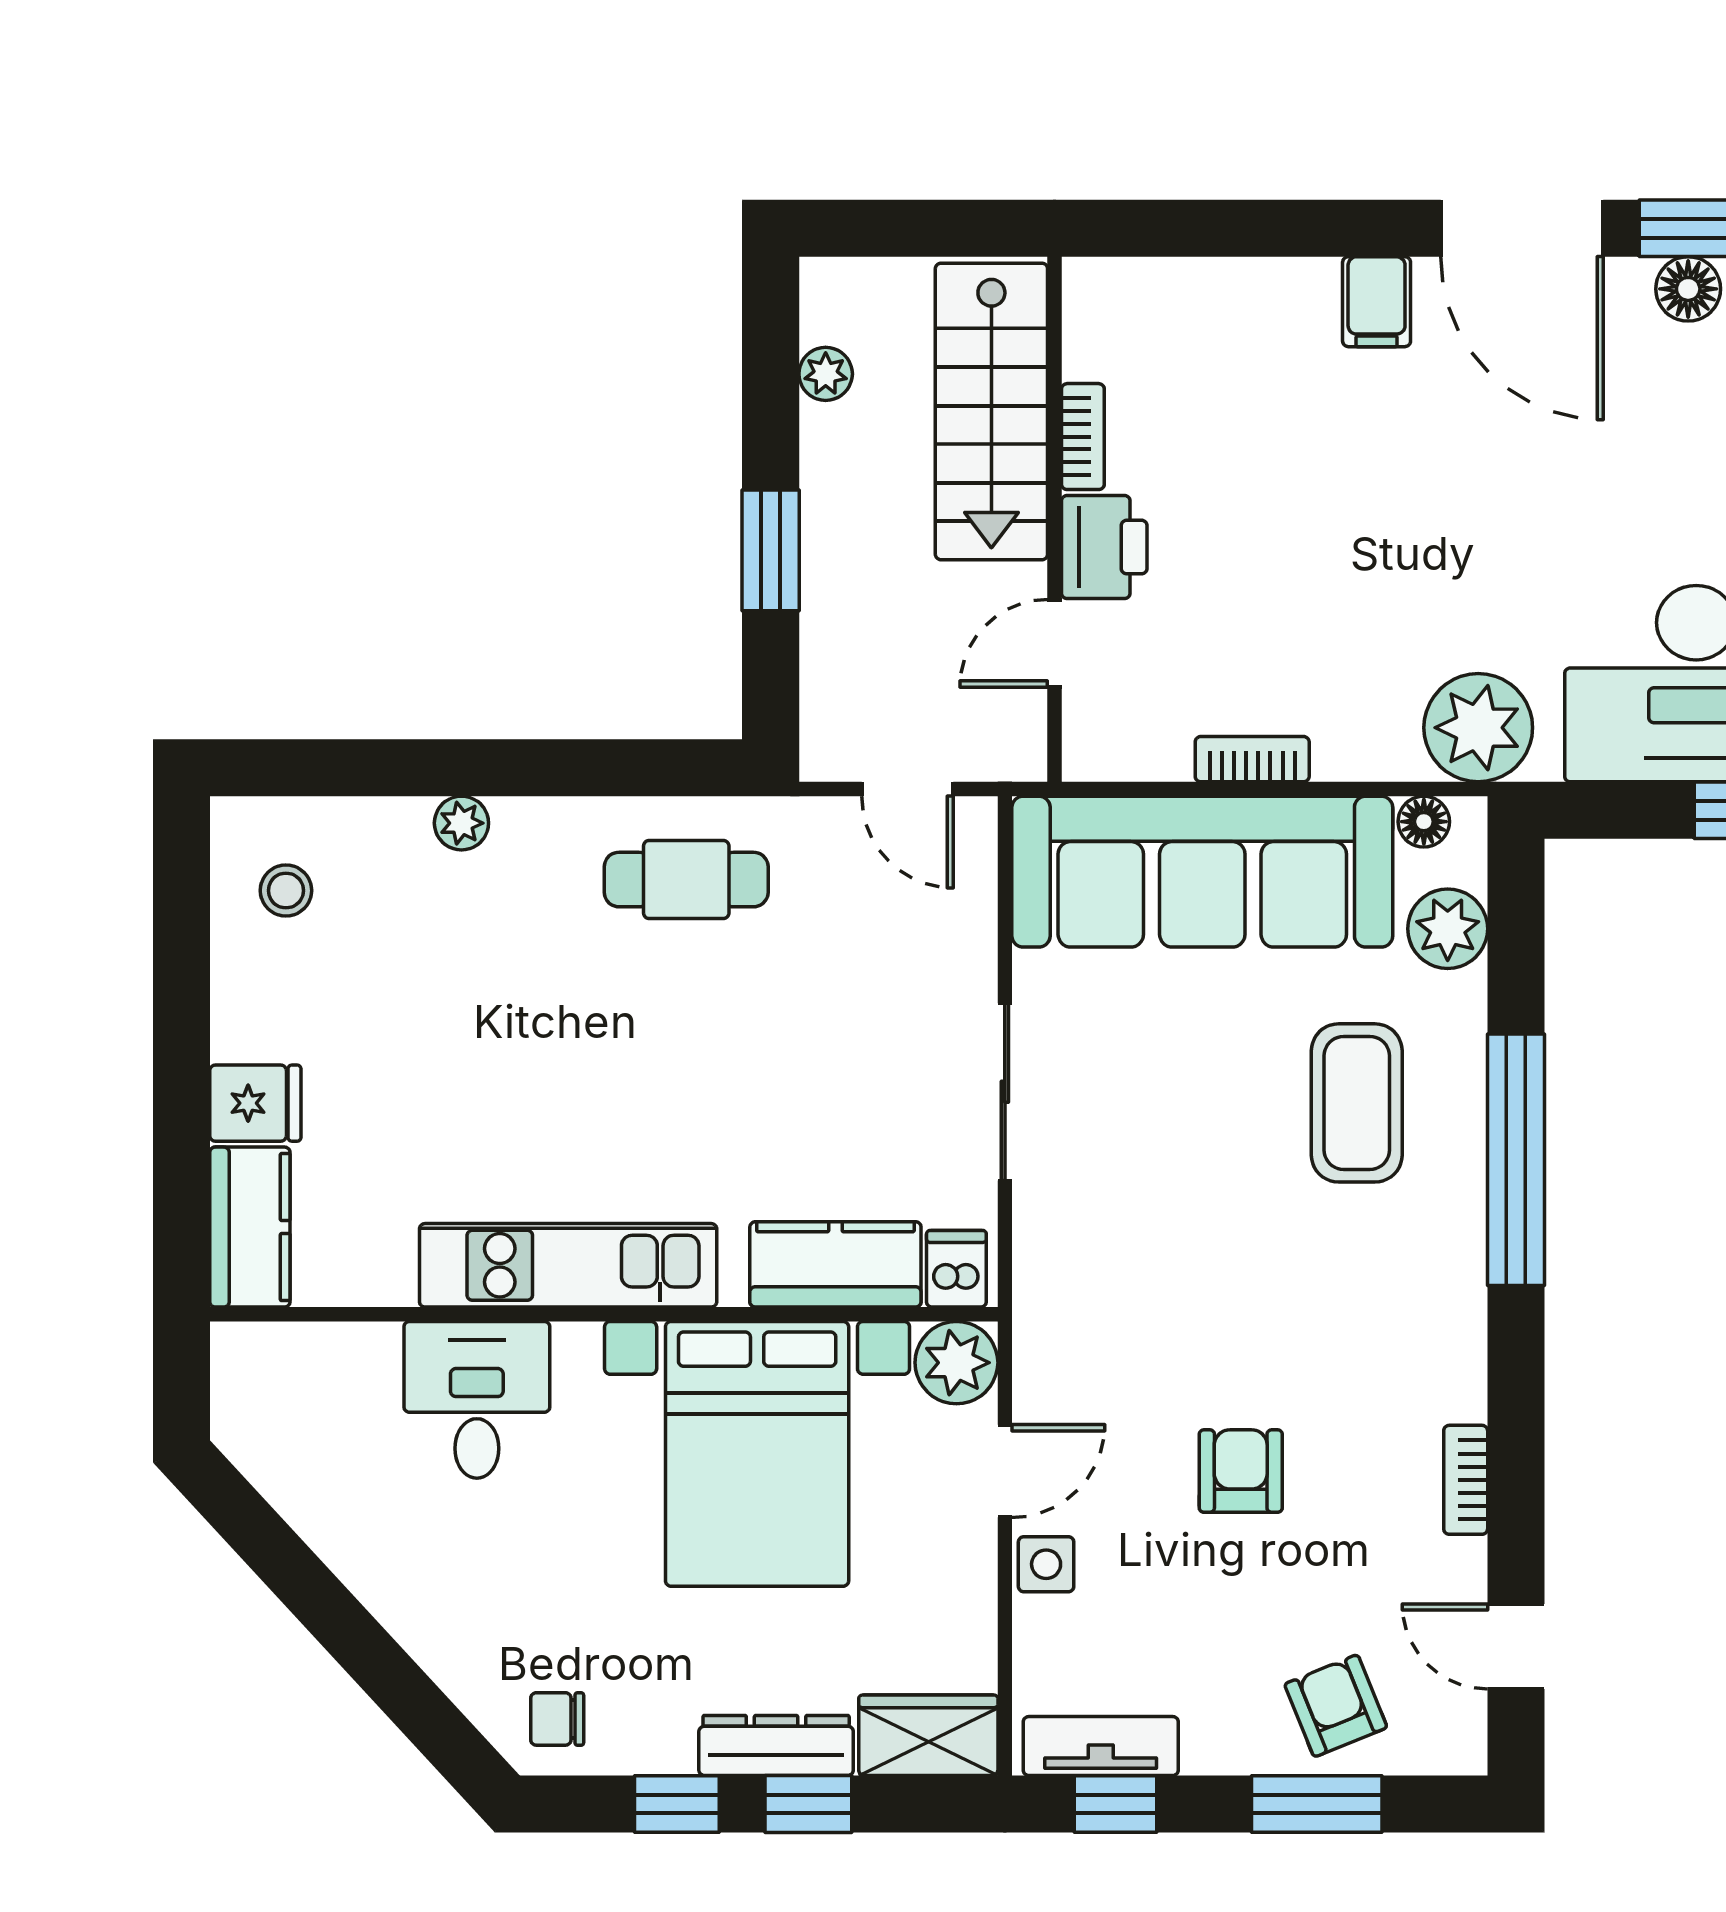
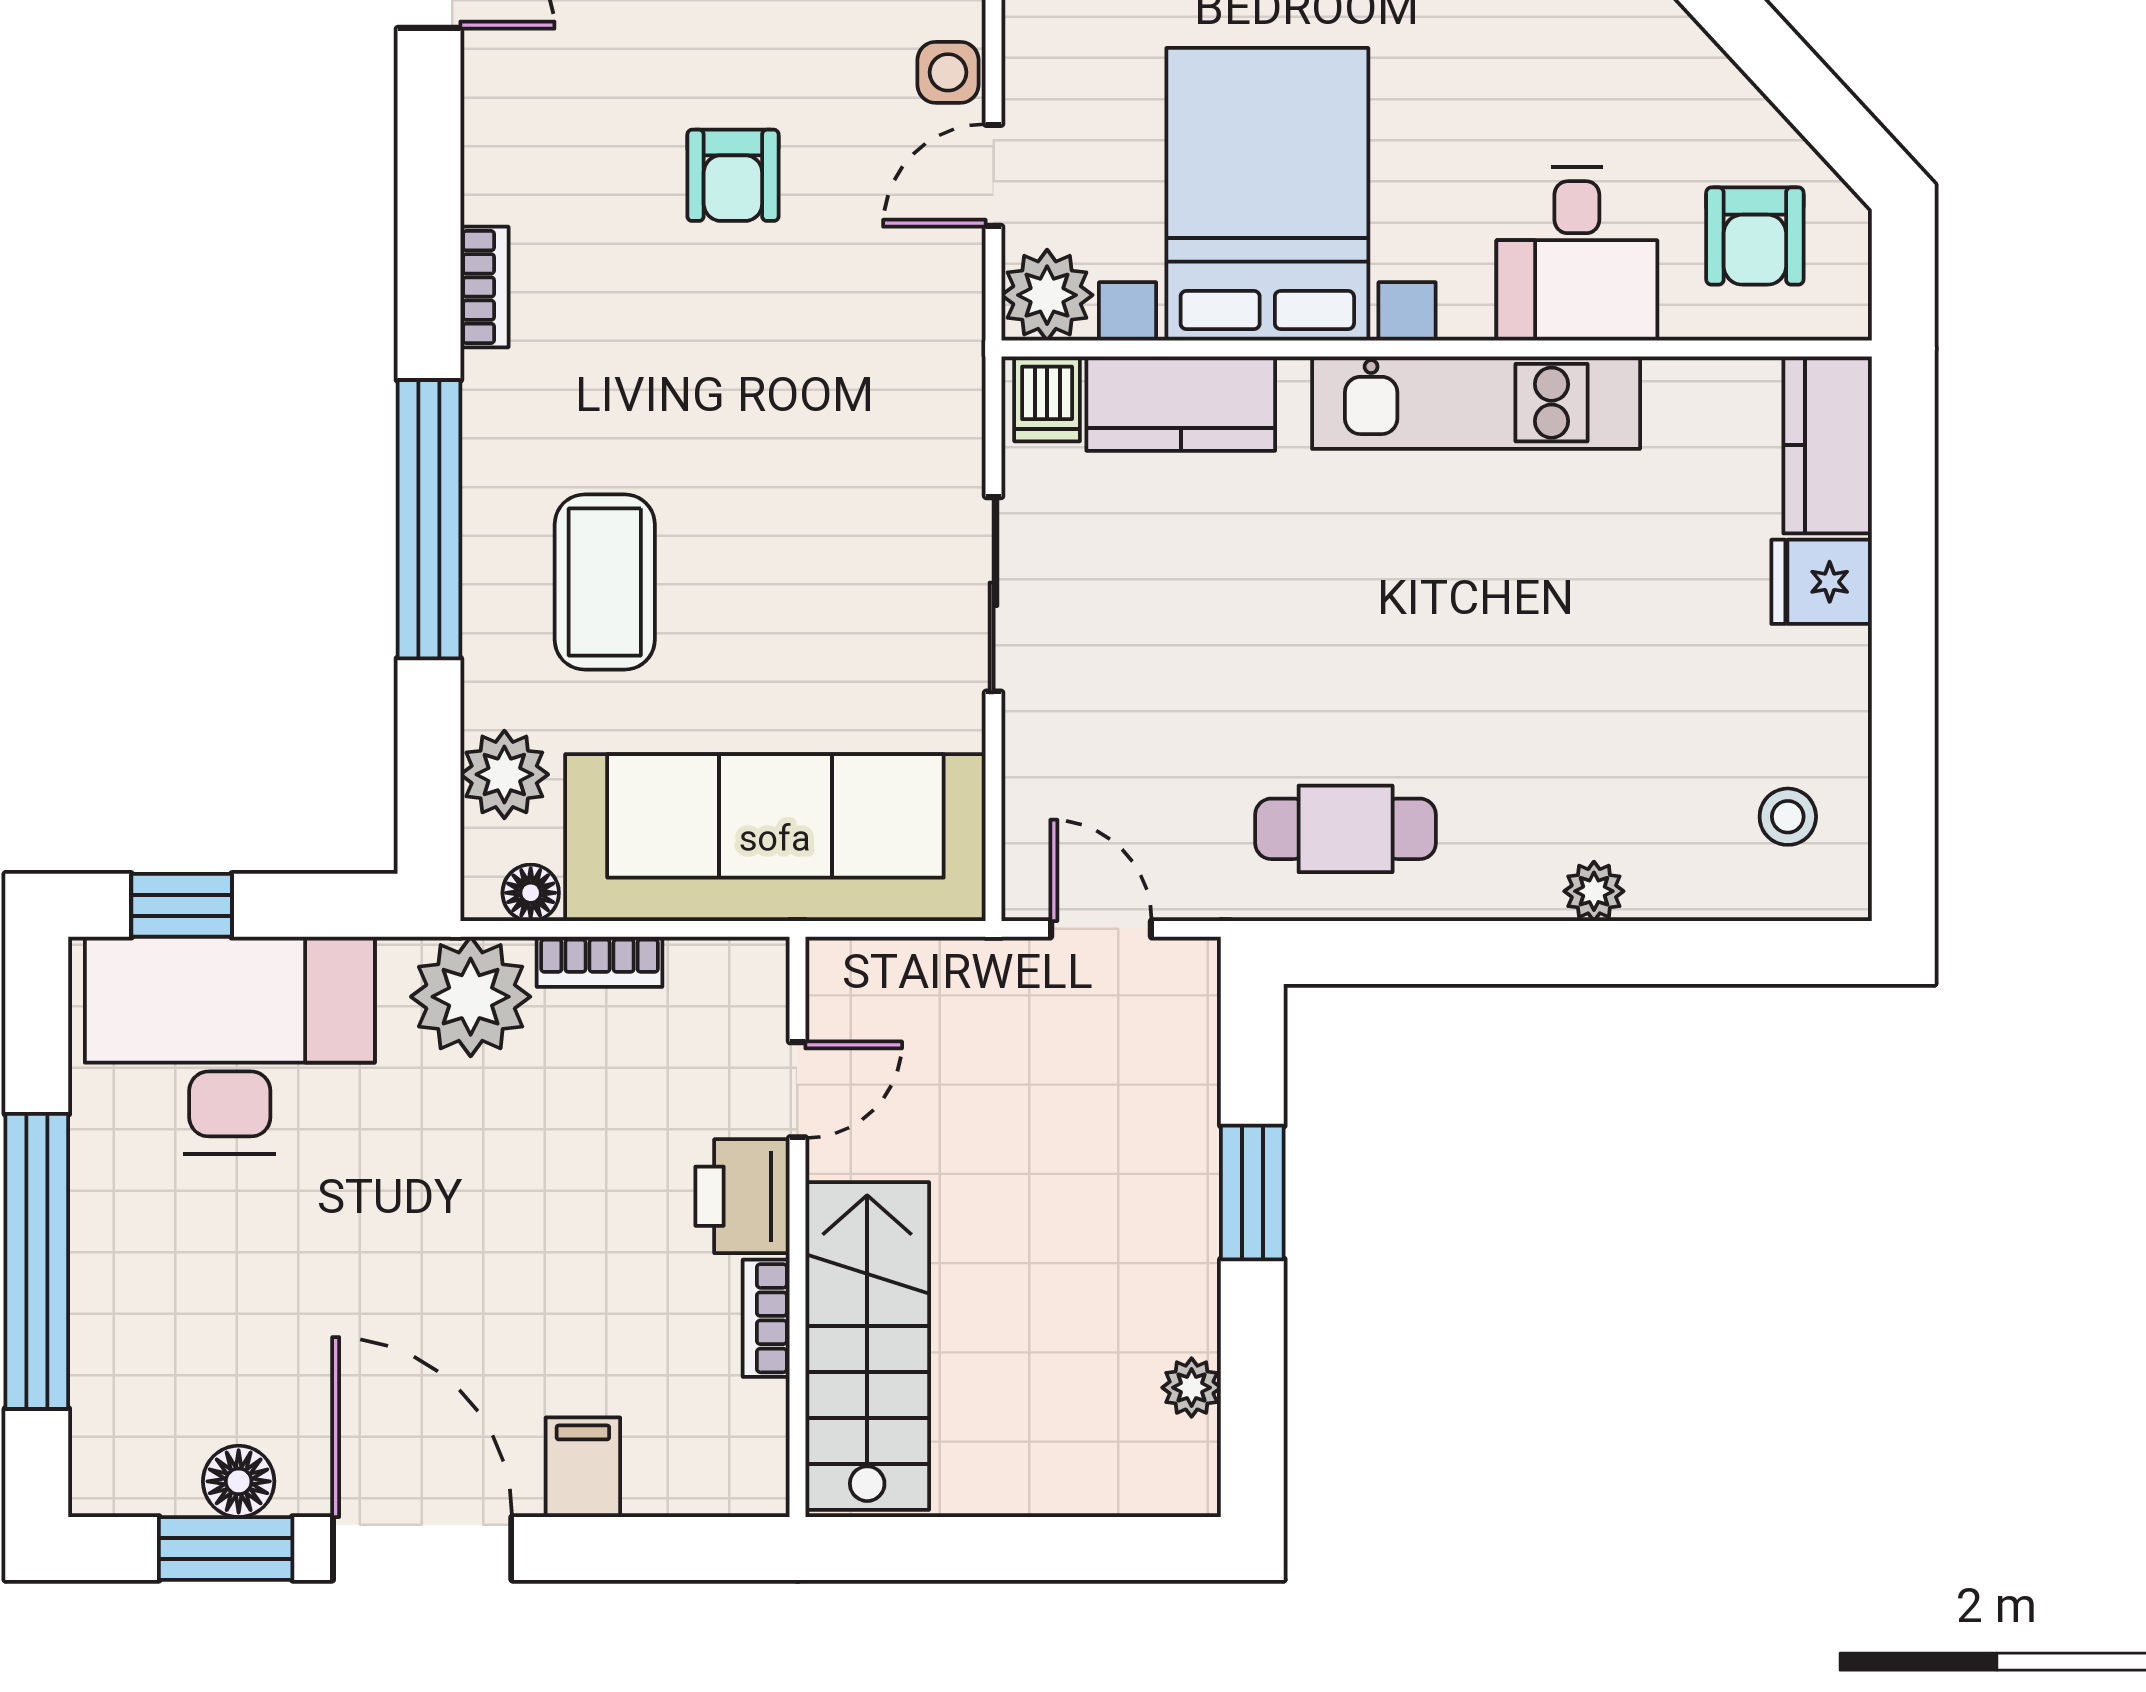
stairs: (991, 411) -> (867, 1346), moved
bookcase: (1083, 437) -> (766, 1318), moved
wall: (1055, 519) -> (797, 1227), moved
printer: (1104, 547) -> (743, 1196), moved
door: (1055, 643) -> (797, 1090), moved
bookcase: (1252, 759) -> (600, 962), moved
armchair: (316, 1416) -> (1755, 236), added
bookcase: (1466, 1480) -> (484, 287), moved

